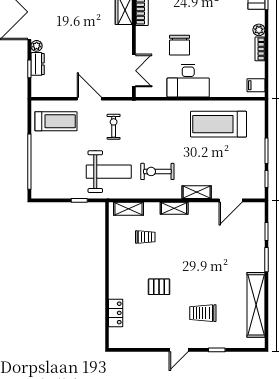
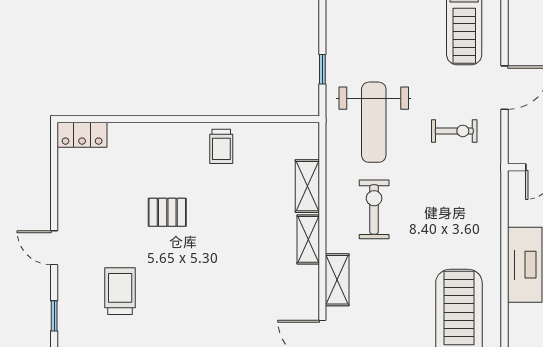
shelving: (129, 209) -> (307, 186), moved
trolley: (145, 237) -> (221, 146), moved
pallet: (159, 287) -> (167, 212), turned 90
locker: (116, 313) -> (82, 135), moved

